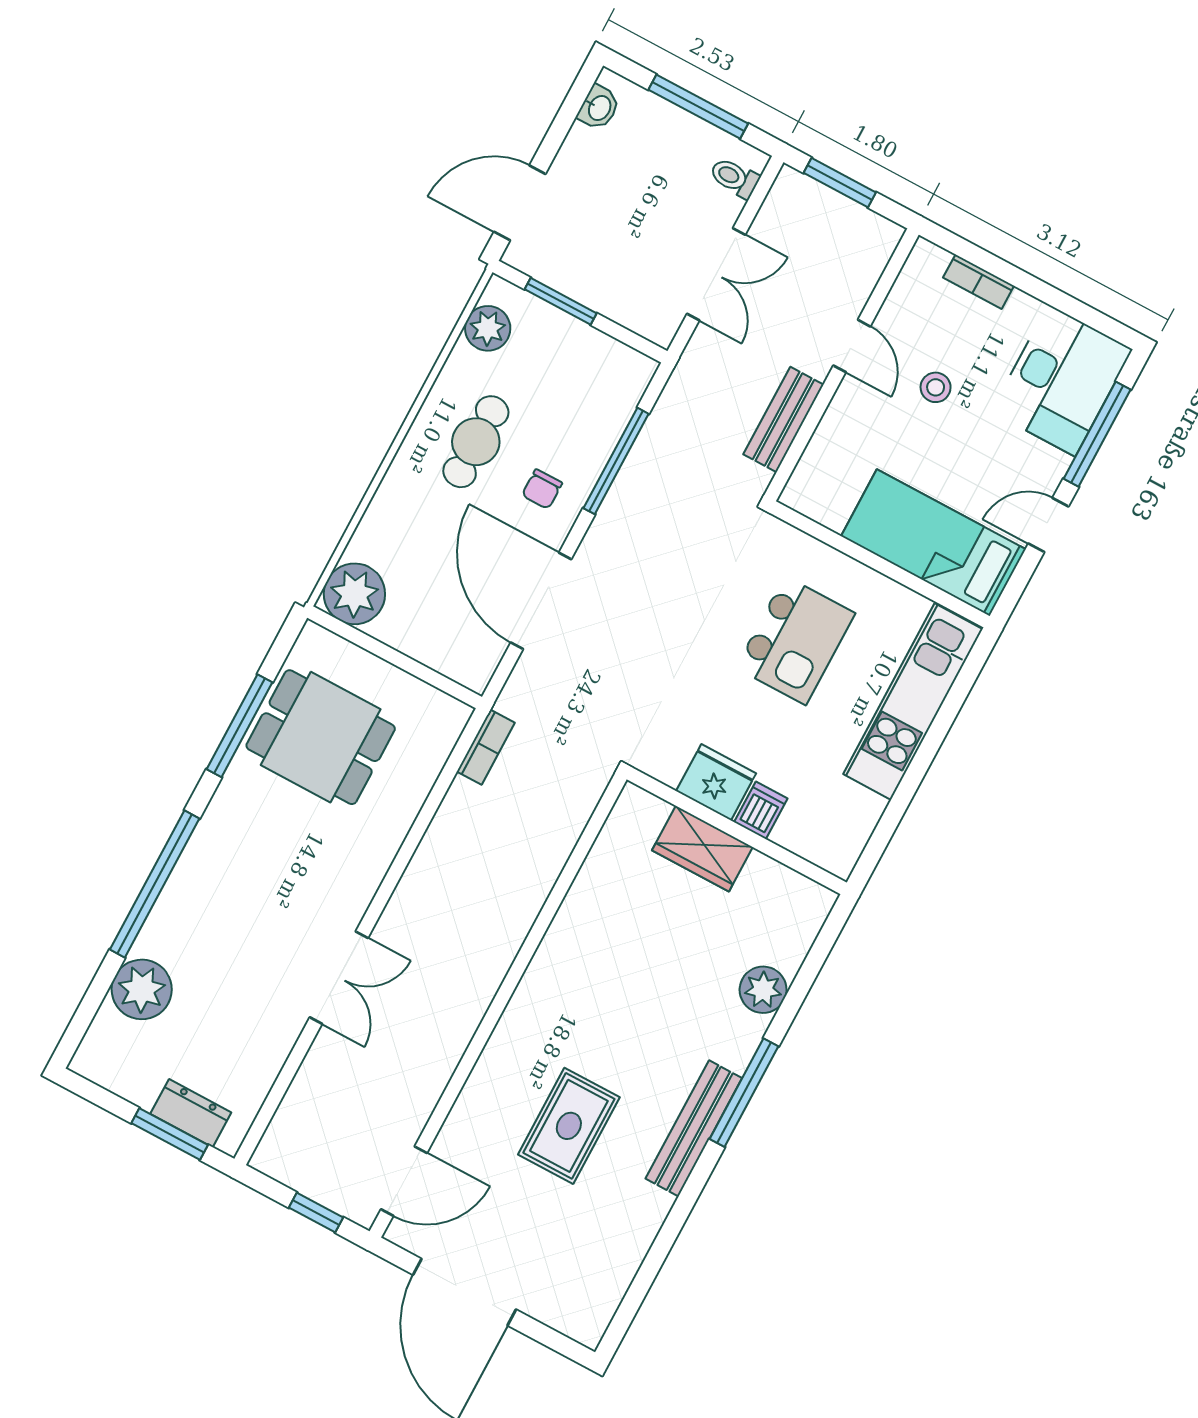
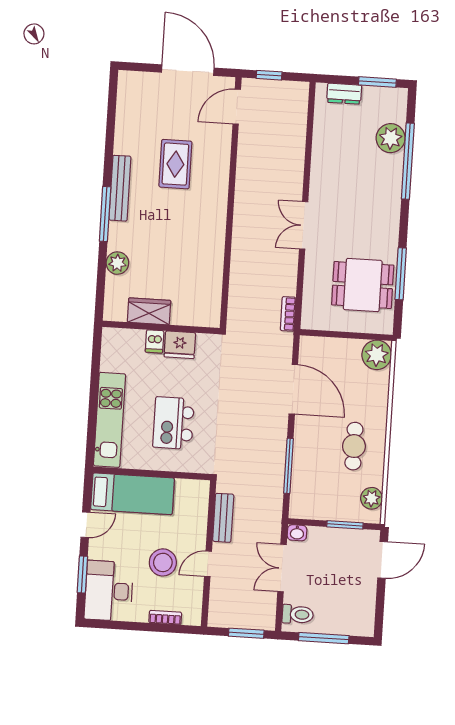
washbasin: (599, 108) -> (297, 533), moved, turned -90
toilet: (734, 178) -> (298, 614), width x1.37, depth x1.39
door: (852, 346) -> (208, 564), hinge flipped
stool: (936, 387) -> (163, 562), width x1.89, depth x1.89
window: (1097, 434) -> (82, 574), width x0.69
chair: (542, 489) -> (315, 439), removed
wardrobe: (702, 849) -> (149, 311), moved
window: (155, 884) -> (408, 161), moved
double door: (339, 978) -> (304, 225), moved
window: (170, 1134) -> (377, 82), moved

